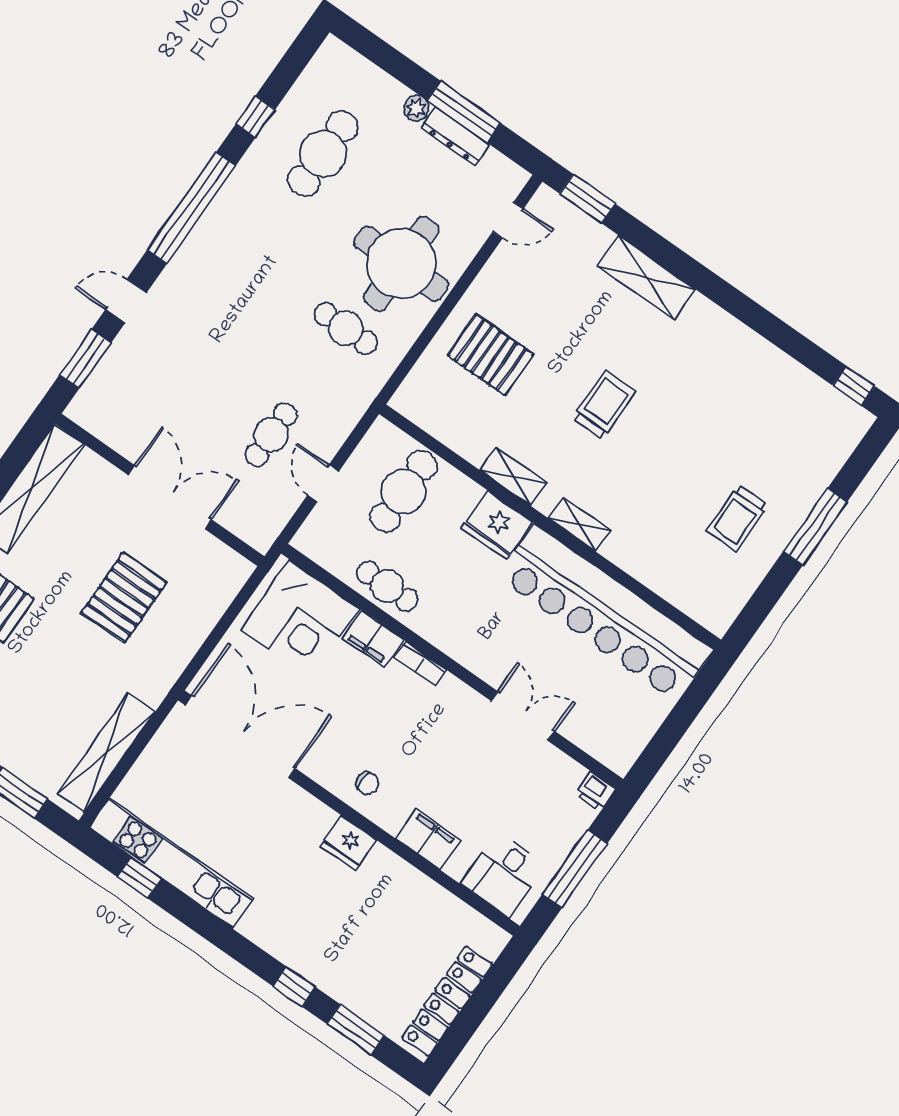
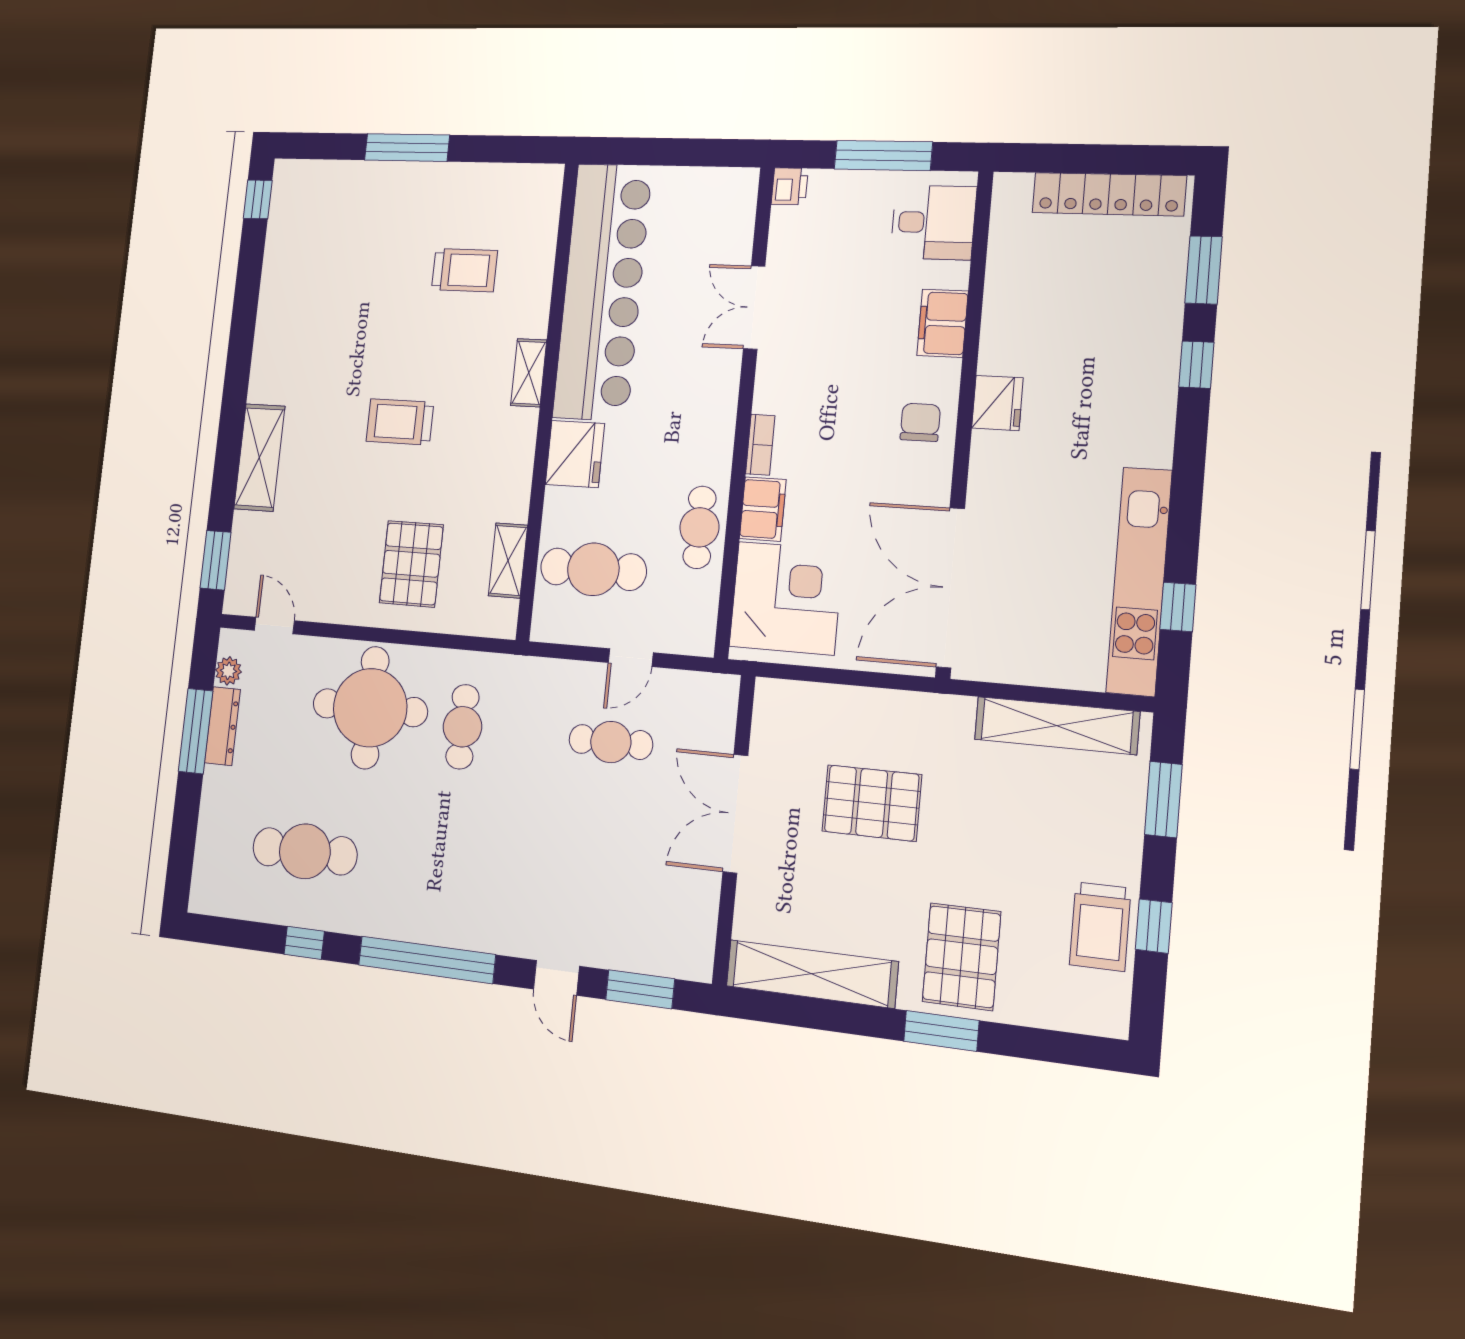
plant: (416, 108) -> (228, 671), moved
shelving: (513, 477) -> (508, 560), moved
trolley: (737, 518) -> (464, 270), moved
chair: (367, 783) -> (920, 422), width x1.37, depth x1.37

